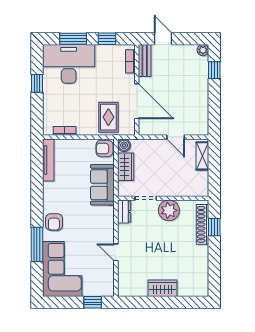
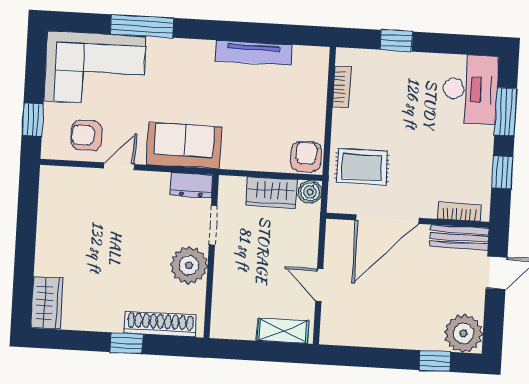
plant: (203, 50) -> (464, 333), width x1.88, depth x1.88
desk: (69, 64) -> (470, 89), width x0.73, depth x0.77
window: (37, 83) -> (396, 41), moved
door: (176, 137) -> (319, 285), hinge flipped
tv unit: (48, 160) -> (254, 53), moved
sofa: (102, 185) -> (184, 146), moved
armchair: (54, 222) -> (87, 135), moved
window: (214, 227) -> (126, 343), moved
wardrobe: (163, 288) -> (47, 303), moved

